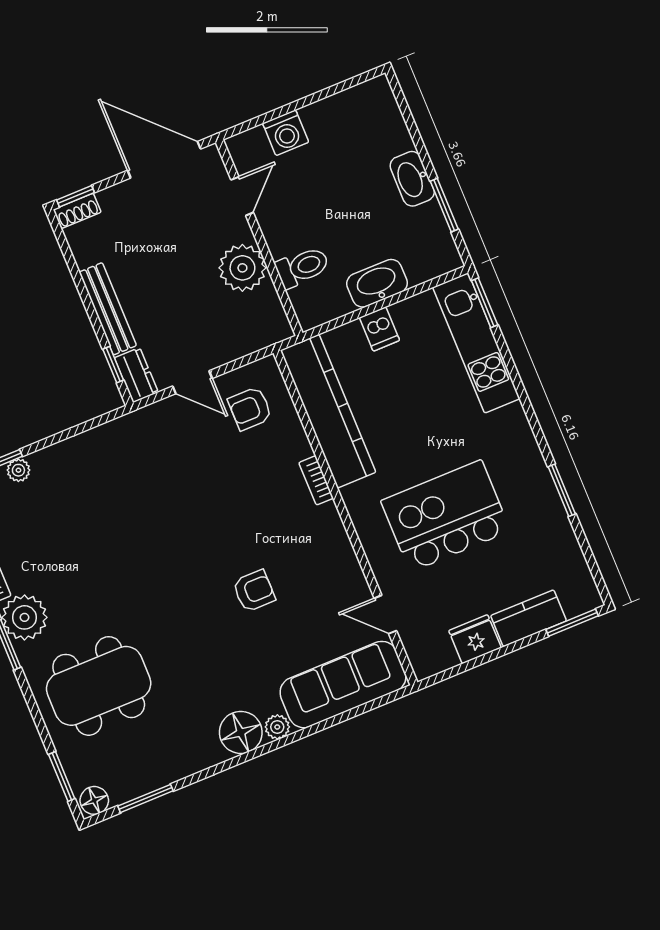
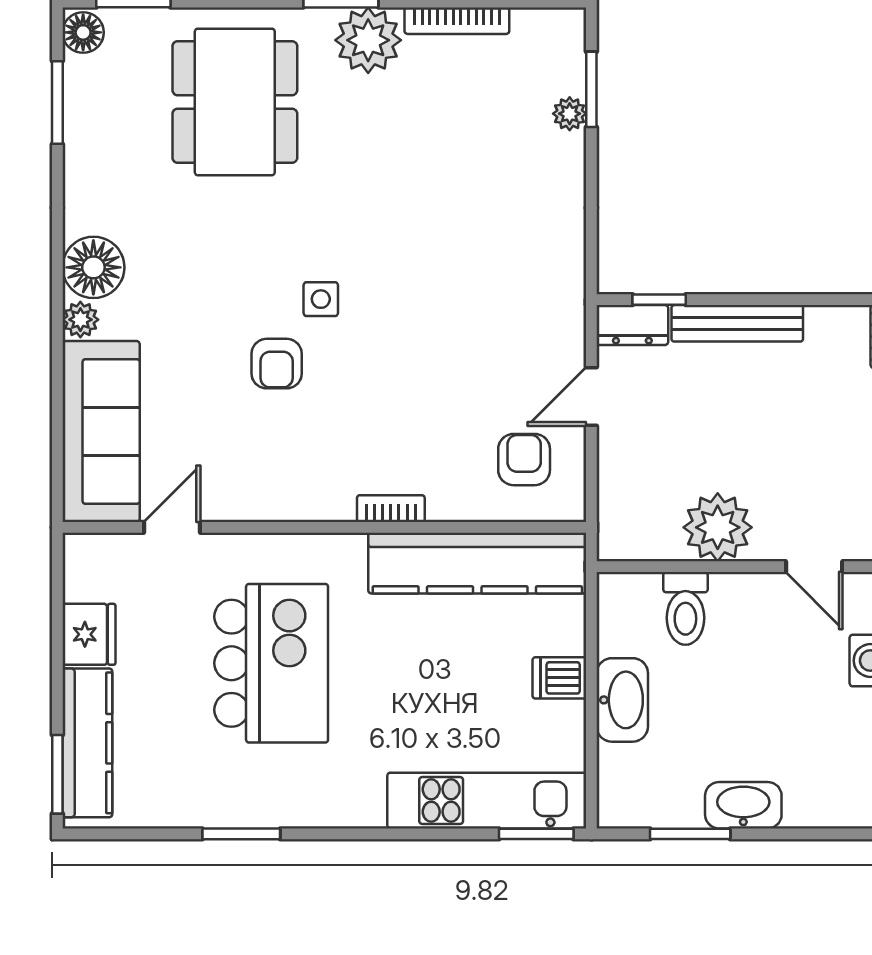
side table: (201, 580) -> (321, 299), added
kitchen counter: (529, 618) -> (87, 743), width x1.50

